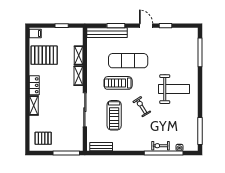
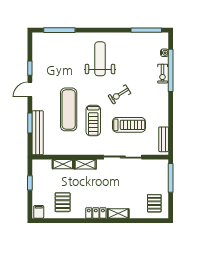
pallet: (44, 55) -> (63, 202), width x0.67, depth x0.71

